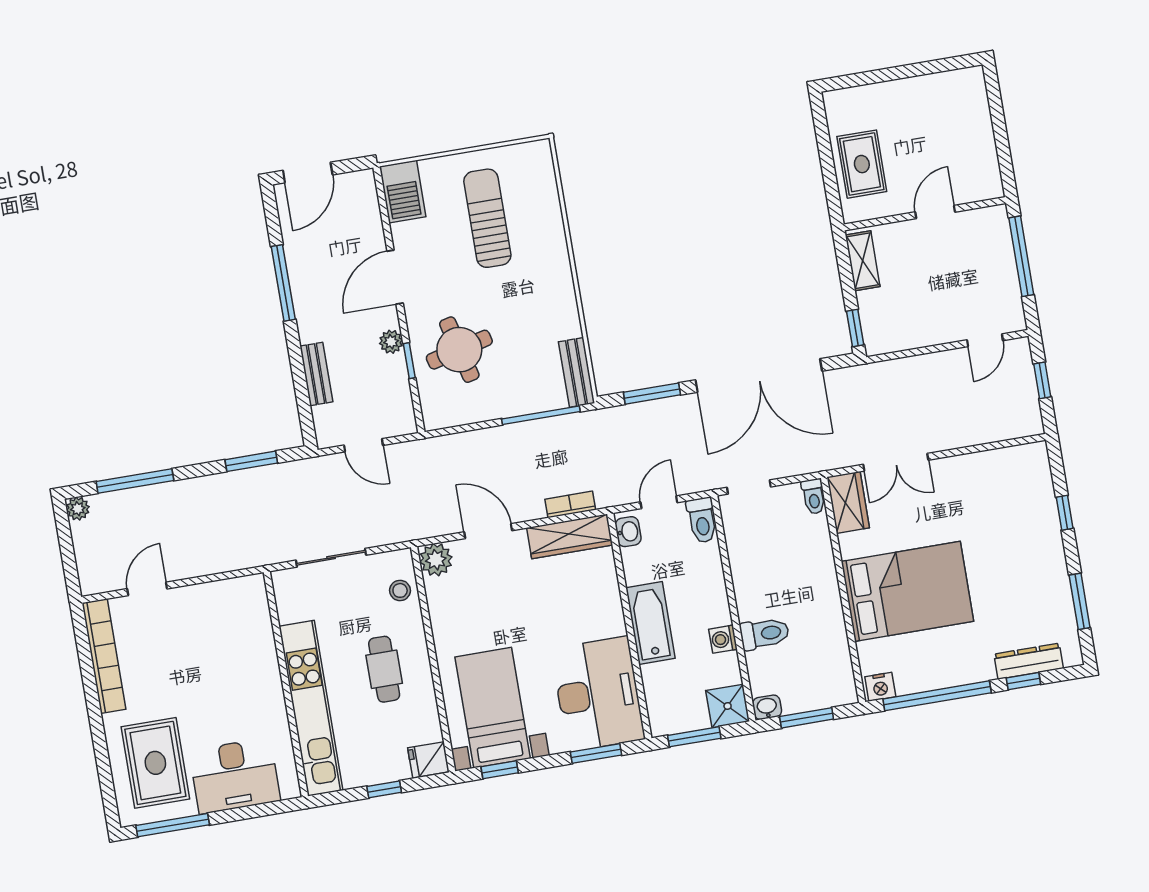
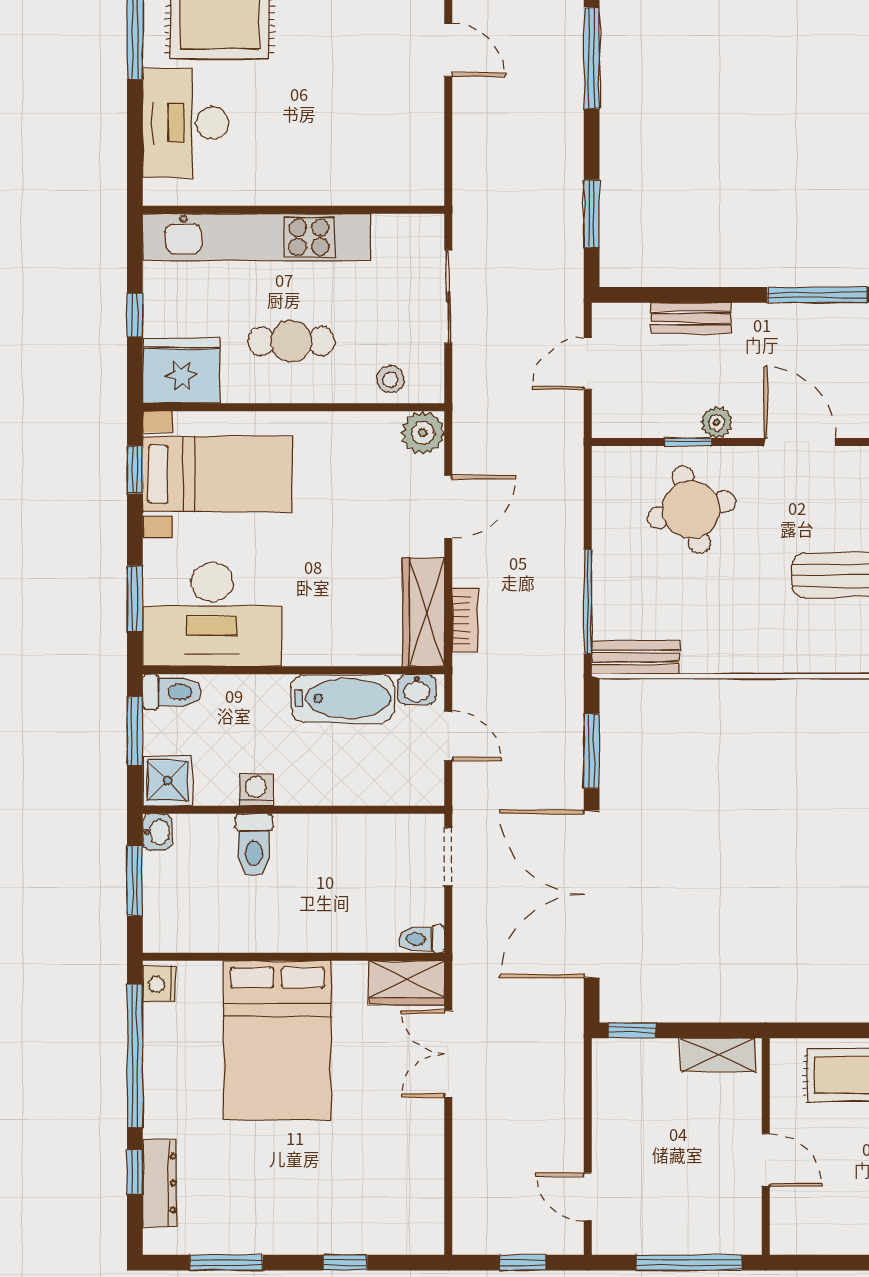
toilet: (702, 520) -> (172, 692), moved, turned 180
bathtub: (650, 623) -> (343, 699), moved
fridge: (428, 760) -> (182, 371), width x1.88, depth x1.34

